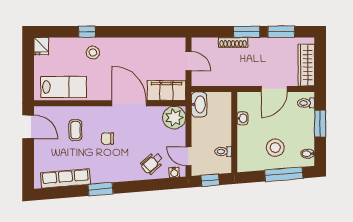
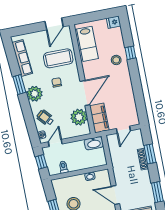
window: (247, 32) -> (150, 154), moved
plant: (174, 118) -> (79, 117), moved
coffee table: (75, 130) -> (58, 58), width x1.86, depth x1.72
plant: (117, 171) -> (35, 94), added

